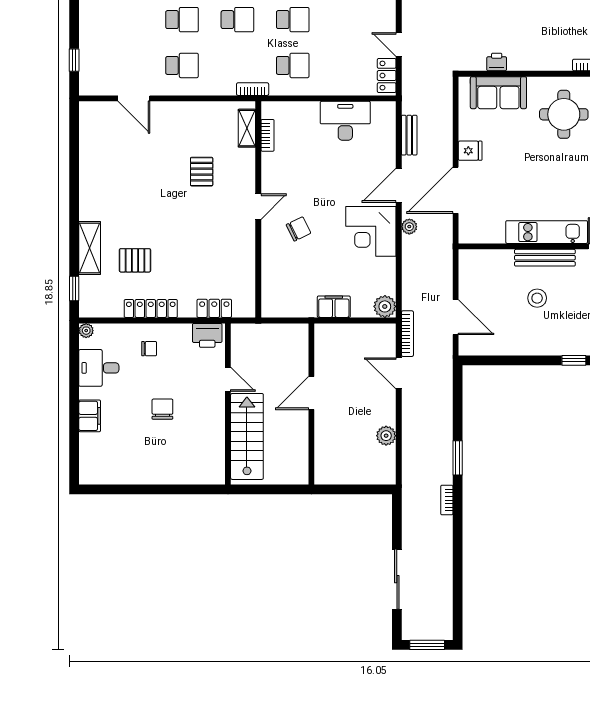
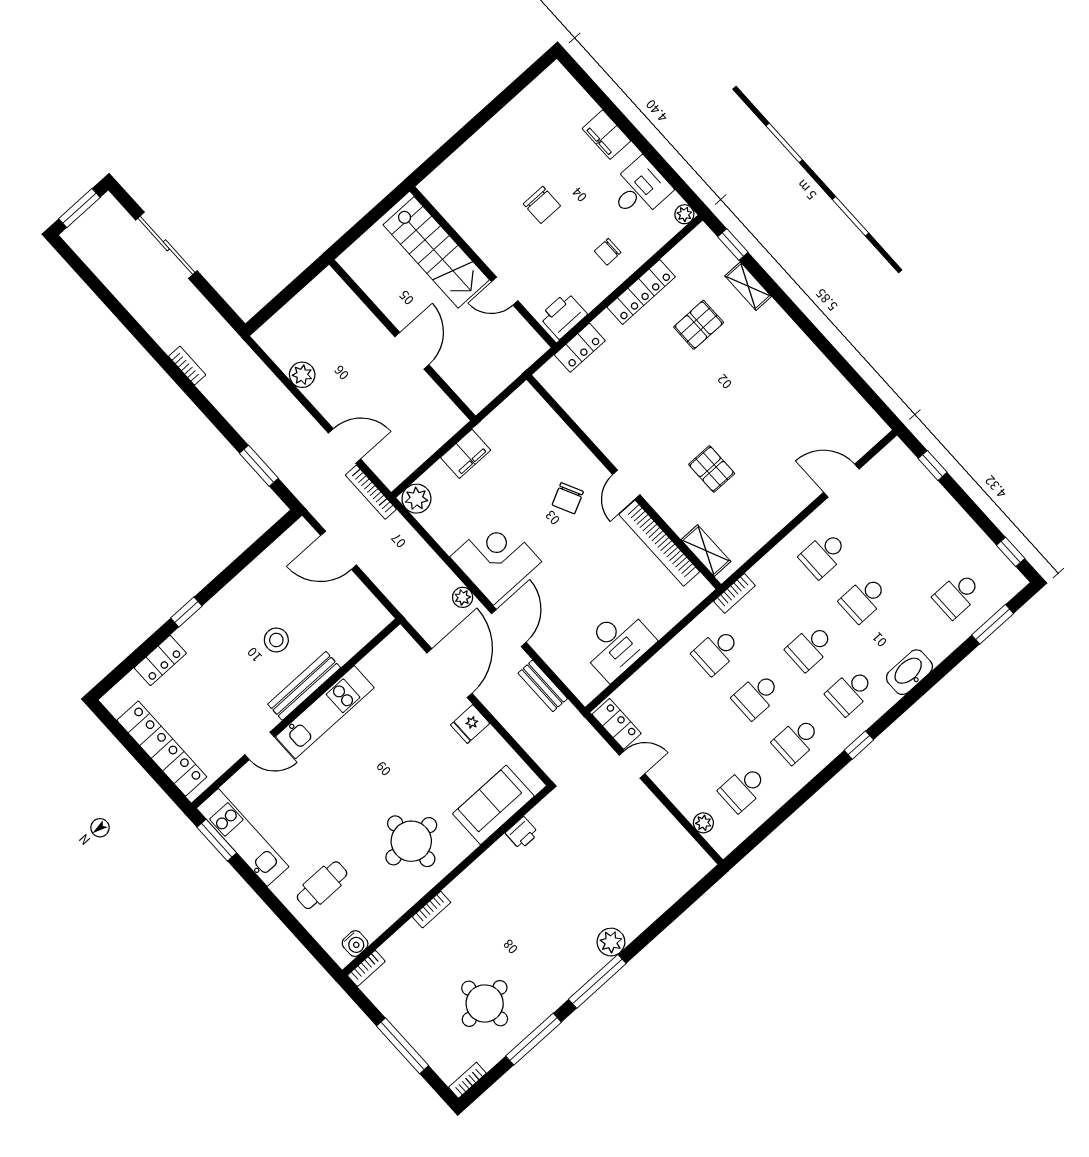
bookcase: (268, 135) -> (659, 543), width x2.31, depth x1.31
shelving: (90, 248) -> (748, 286), width x0.67, depth x0.75
window: (458, 458) -> (259, 466), moved

